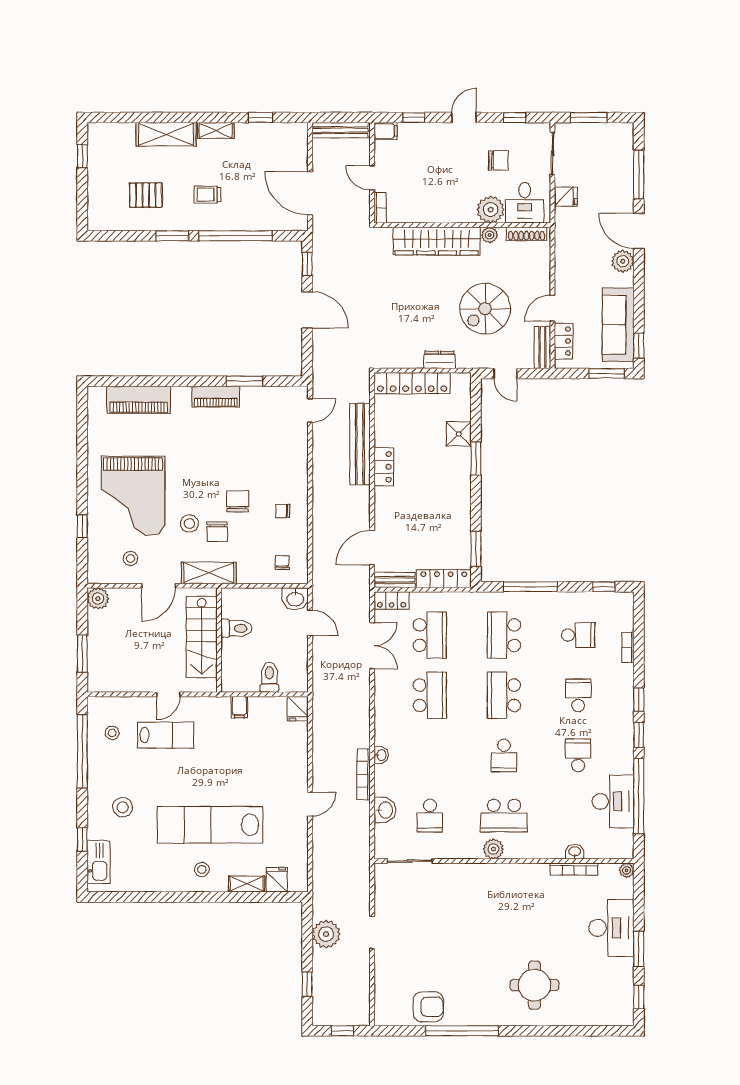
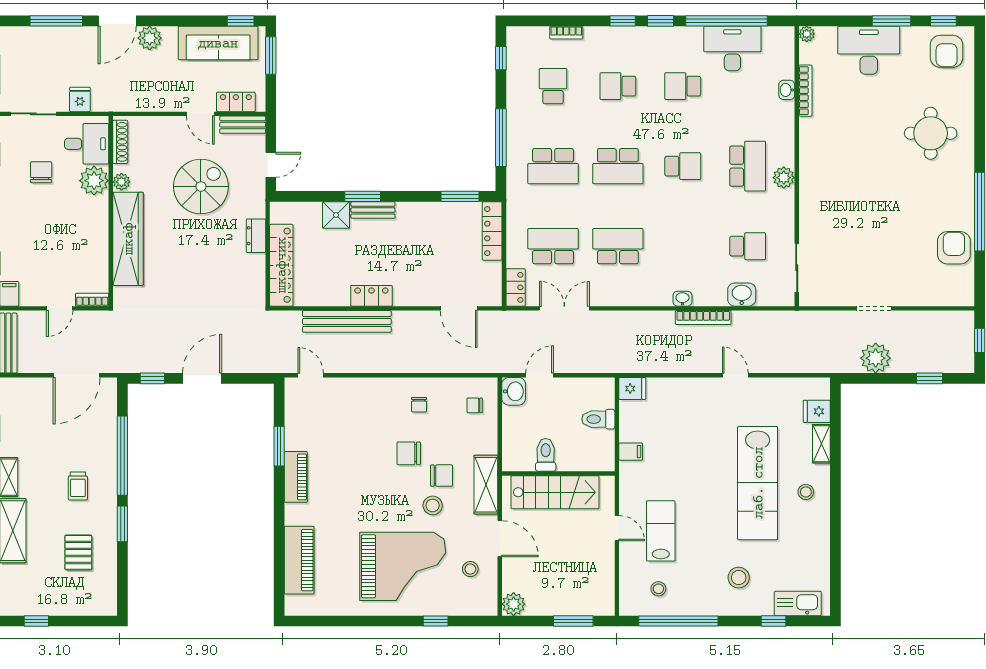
spiral stairs: (485, 309) -> (201, 186), turned -90
bench: (395, 580) -> (373, 210), moved, turned 90
armchair: (610, 1000) -> (947, 51), added

